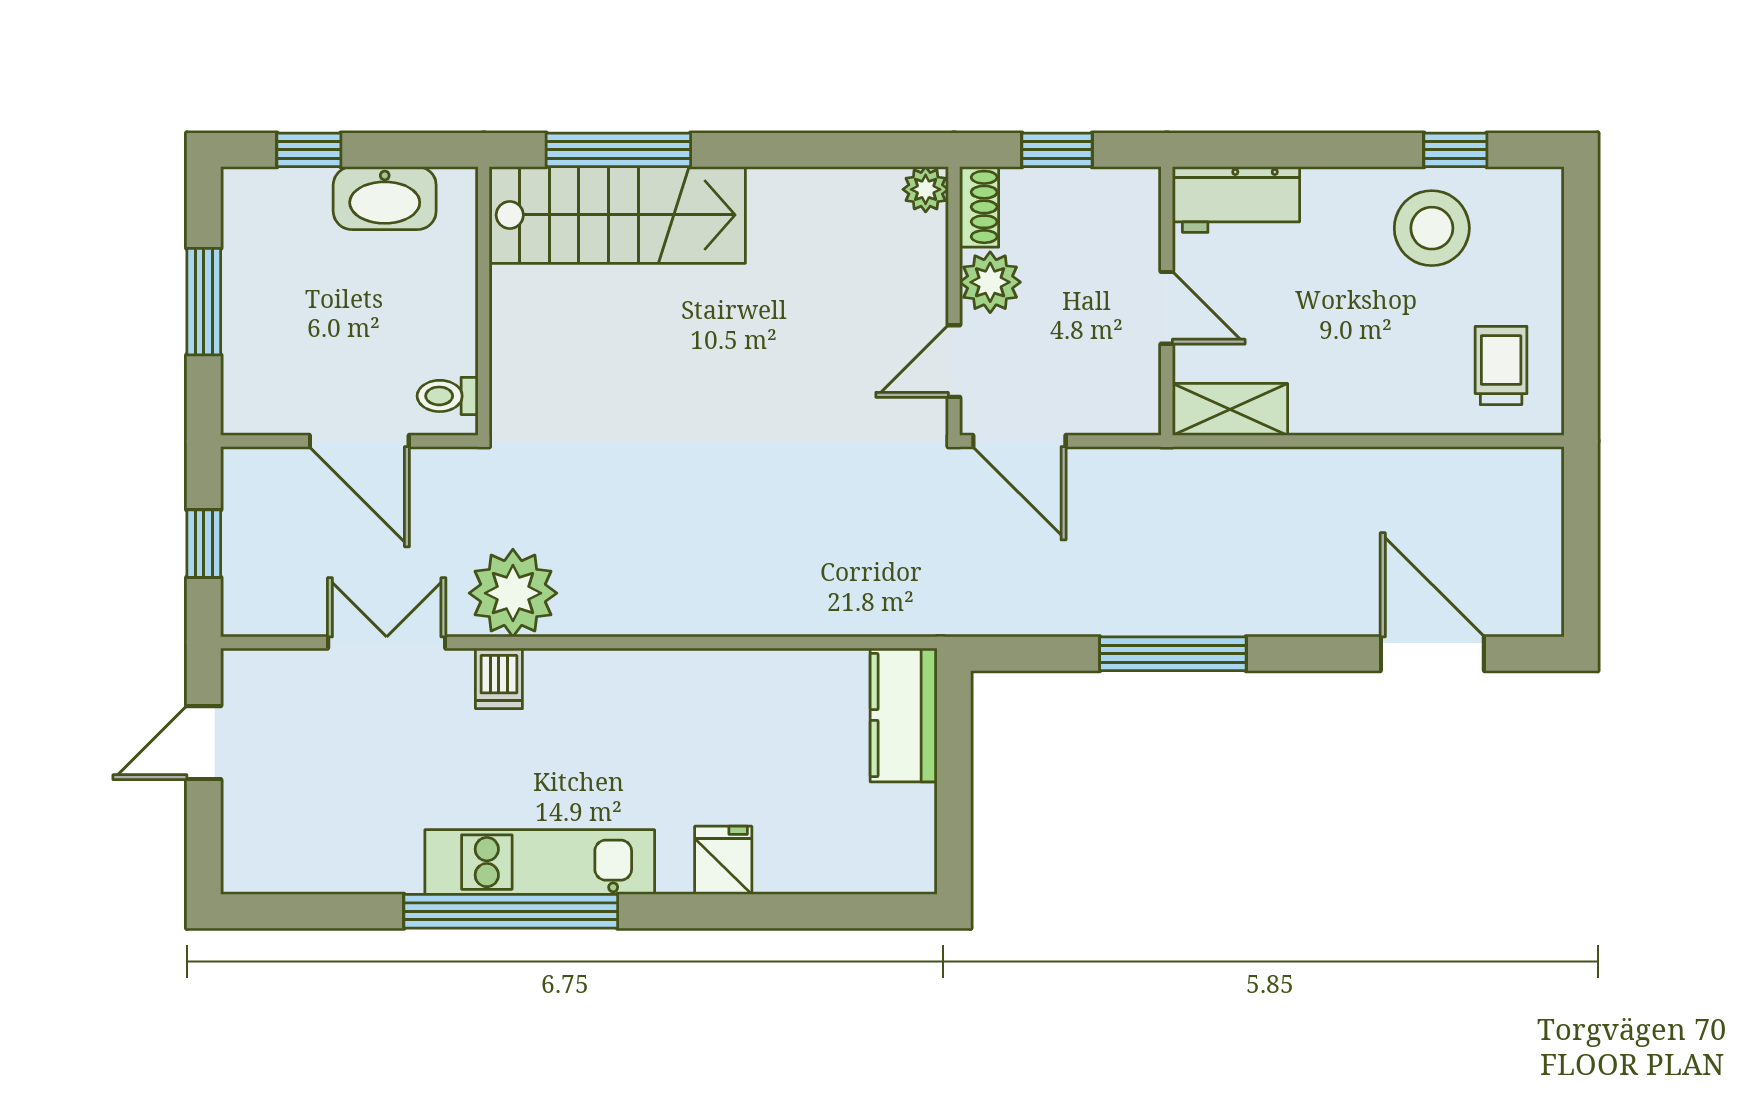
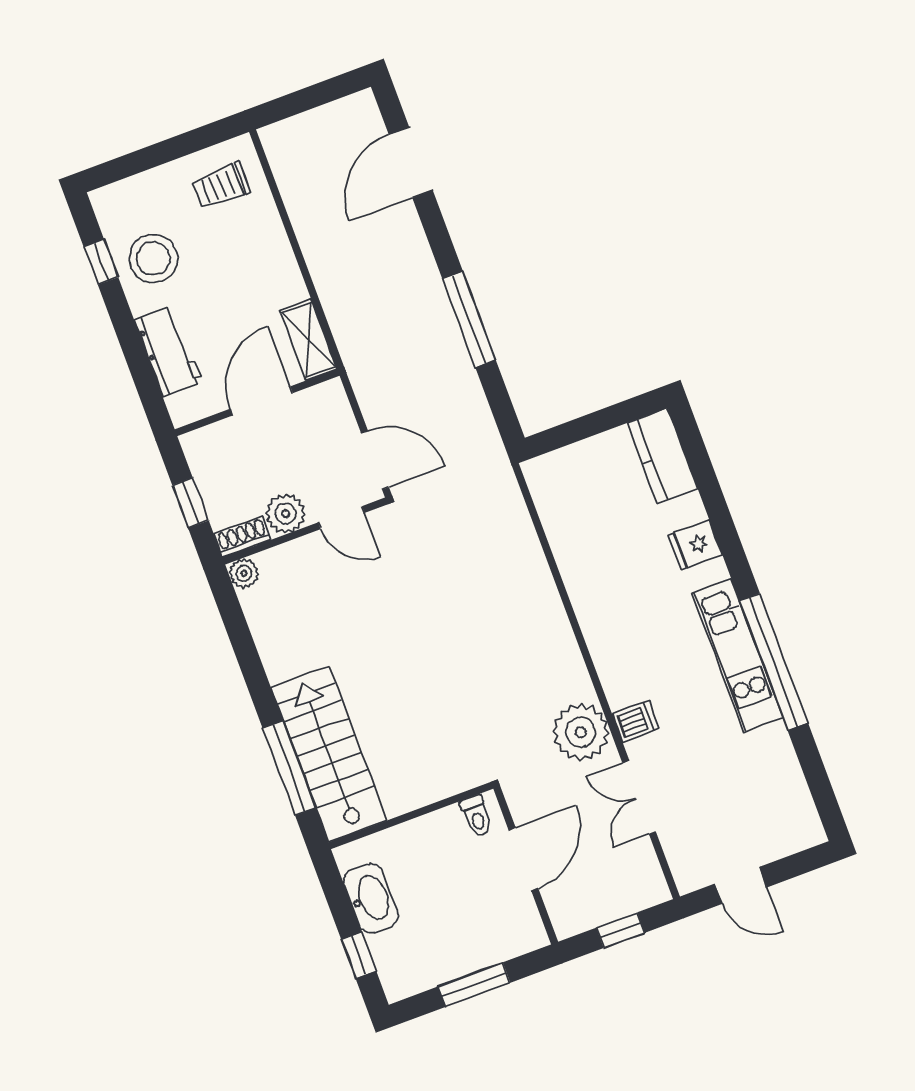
workbench: (1236, 200) -> (168, 351), moved
door: (1167, 308) -> (261, 401), width x1.38
door: (1019, 441) -> (375, 460), hinge flipped
kitchen counter: (904, 715) -> (663, 456), moved, turned 90

